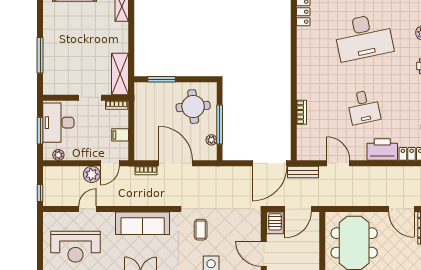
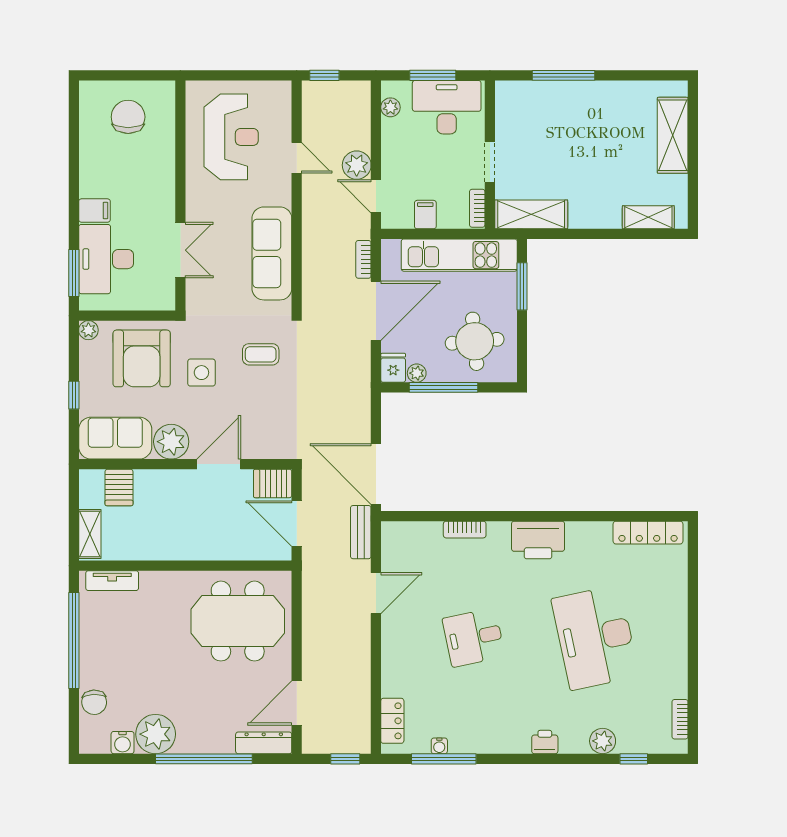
kitchen unit: (143, 115) -> (459, 255), added
printer: (382, 150) -> (538, 540), moved, turned 90
fridge: (208, 153) -> (393, 368), added
reception desk: (75, 247) -> (231, 137), turned 180

